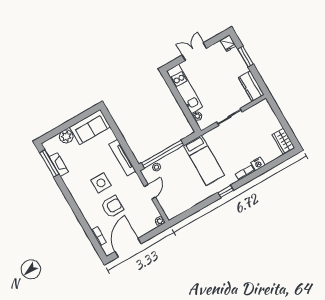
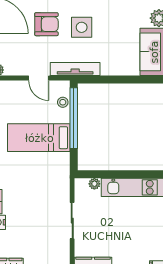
tv unit: (122, 158) -> (75, 69), moved
bed: (204, 160) -> (39, 138), moved
armchair: (112, 207) -> (46, 24), turned -90

